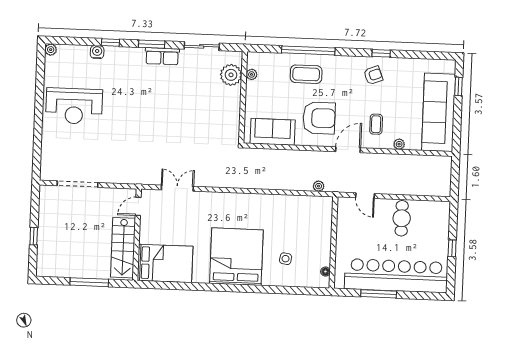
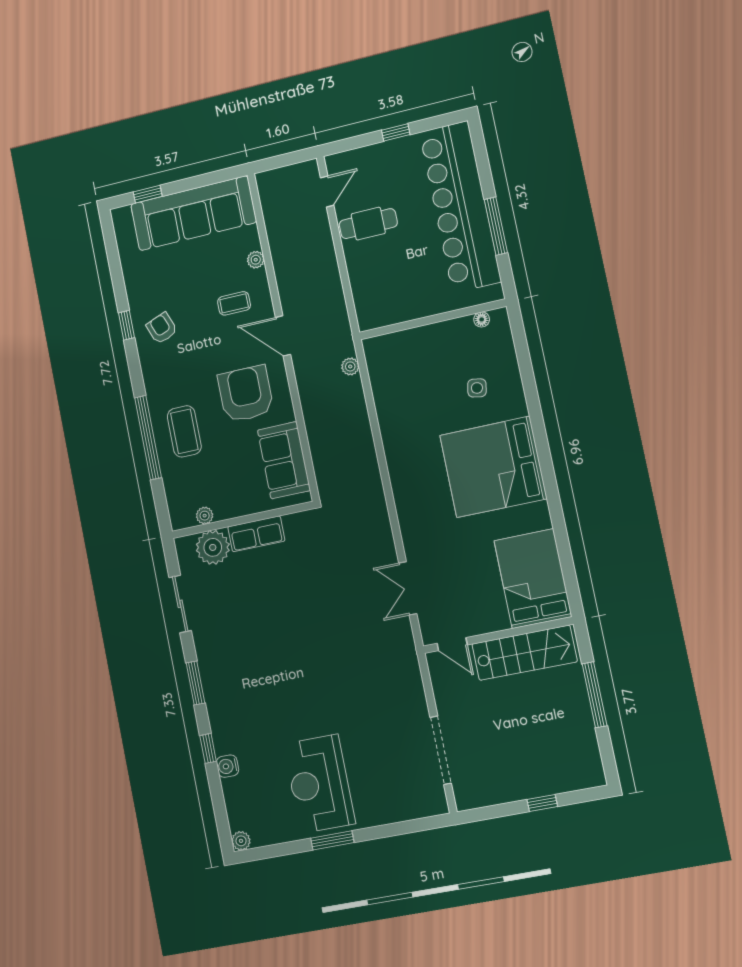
row of seats: (162, 56) -> (256, 534), moved, turned 90
window: (39, 106) -> (332, 840), added
reception desk: (74, 106) -> (319, 784), turned 180
door: (365, 196) -> (327, 191), moved

